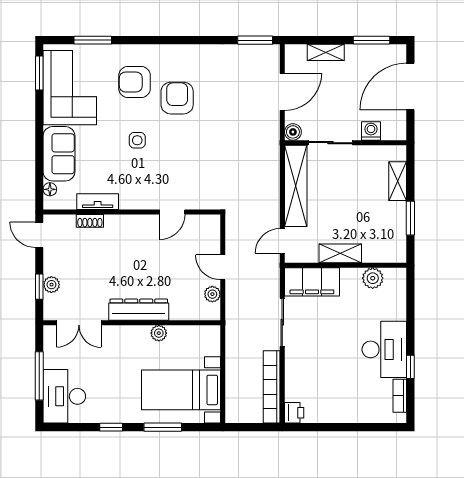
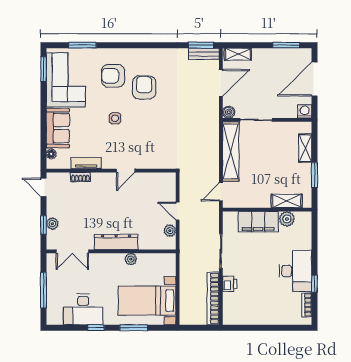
bench: (259, 52) -> (204, 54), added
shelving: (326, 52) -> (238, 54), moved
washing machine: (371, 131) -> (305, 111), moved
door: (172, 212) -> (126, 171), moved
shelving: (340, 253) -> (287, 201), moved
filing cabinet: (312, 282) -> (258, 222), moved
desk: (64, 396) -> (83, 309), moved, turned -90
printer: (294, 413) -> (230, 284), moved

